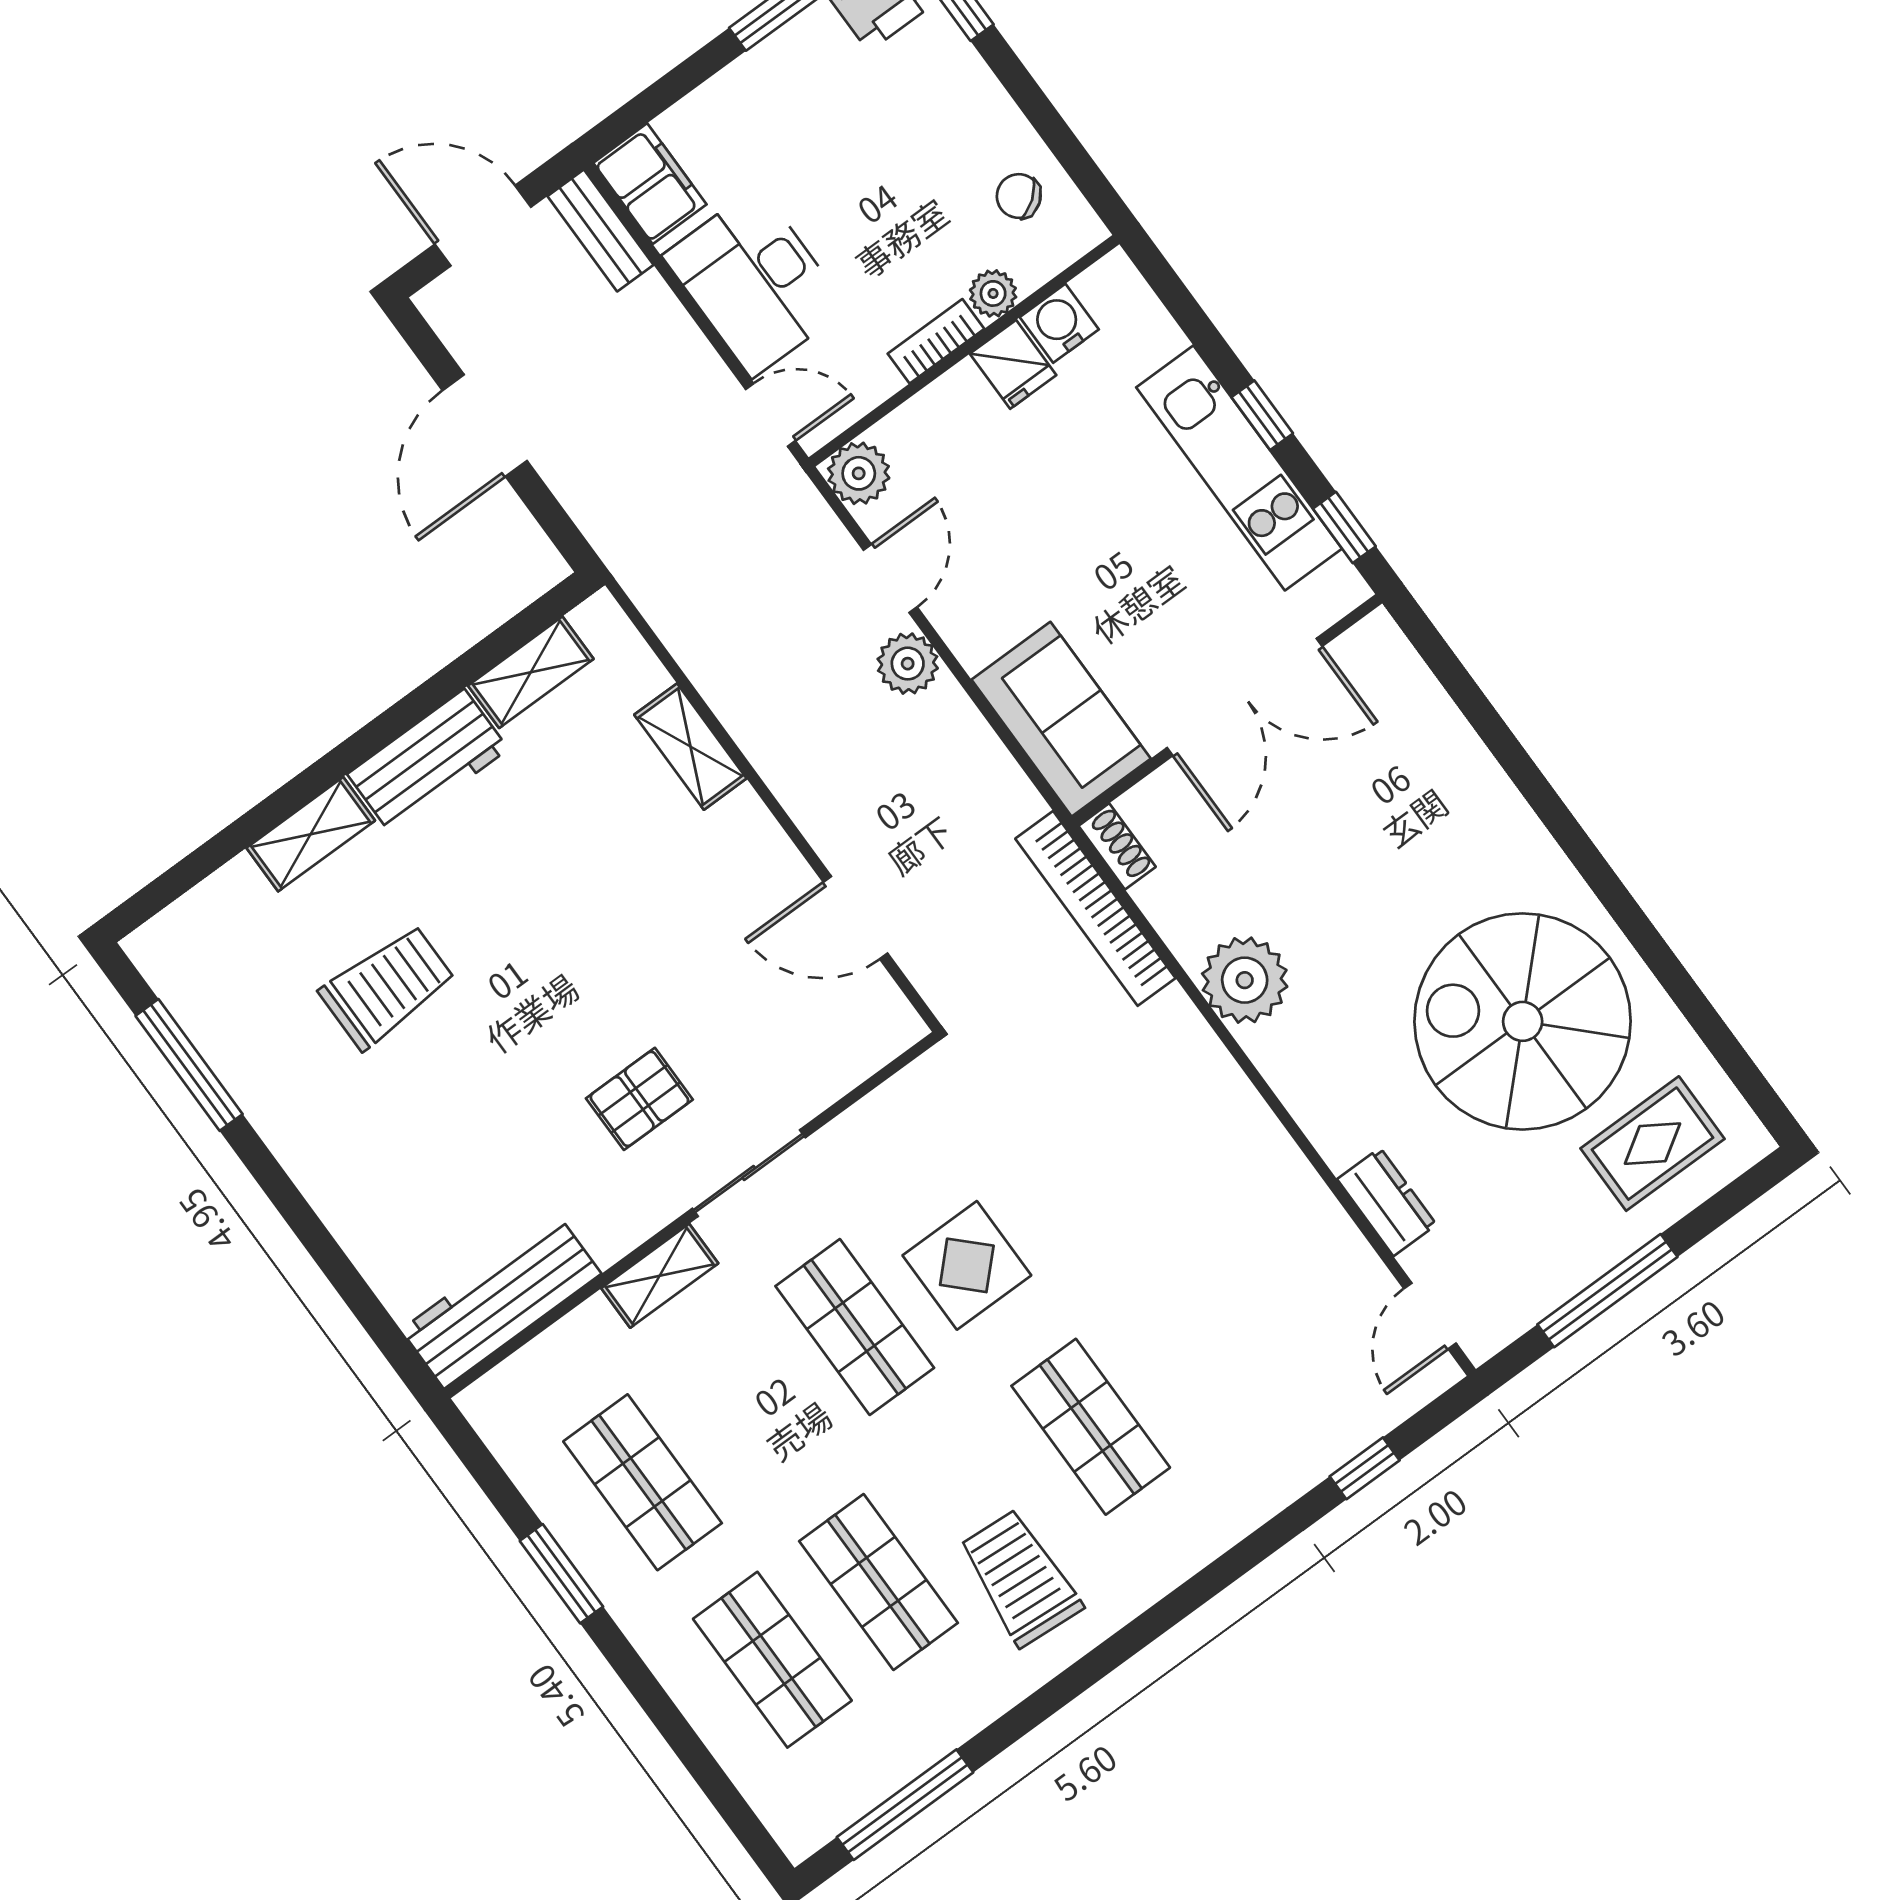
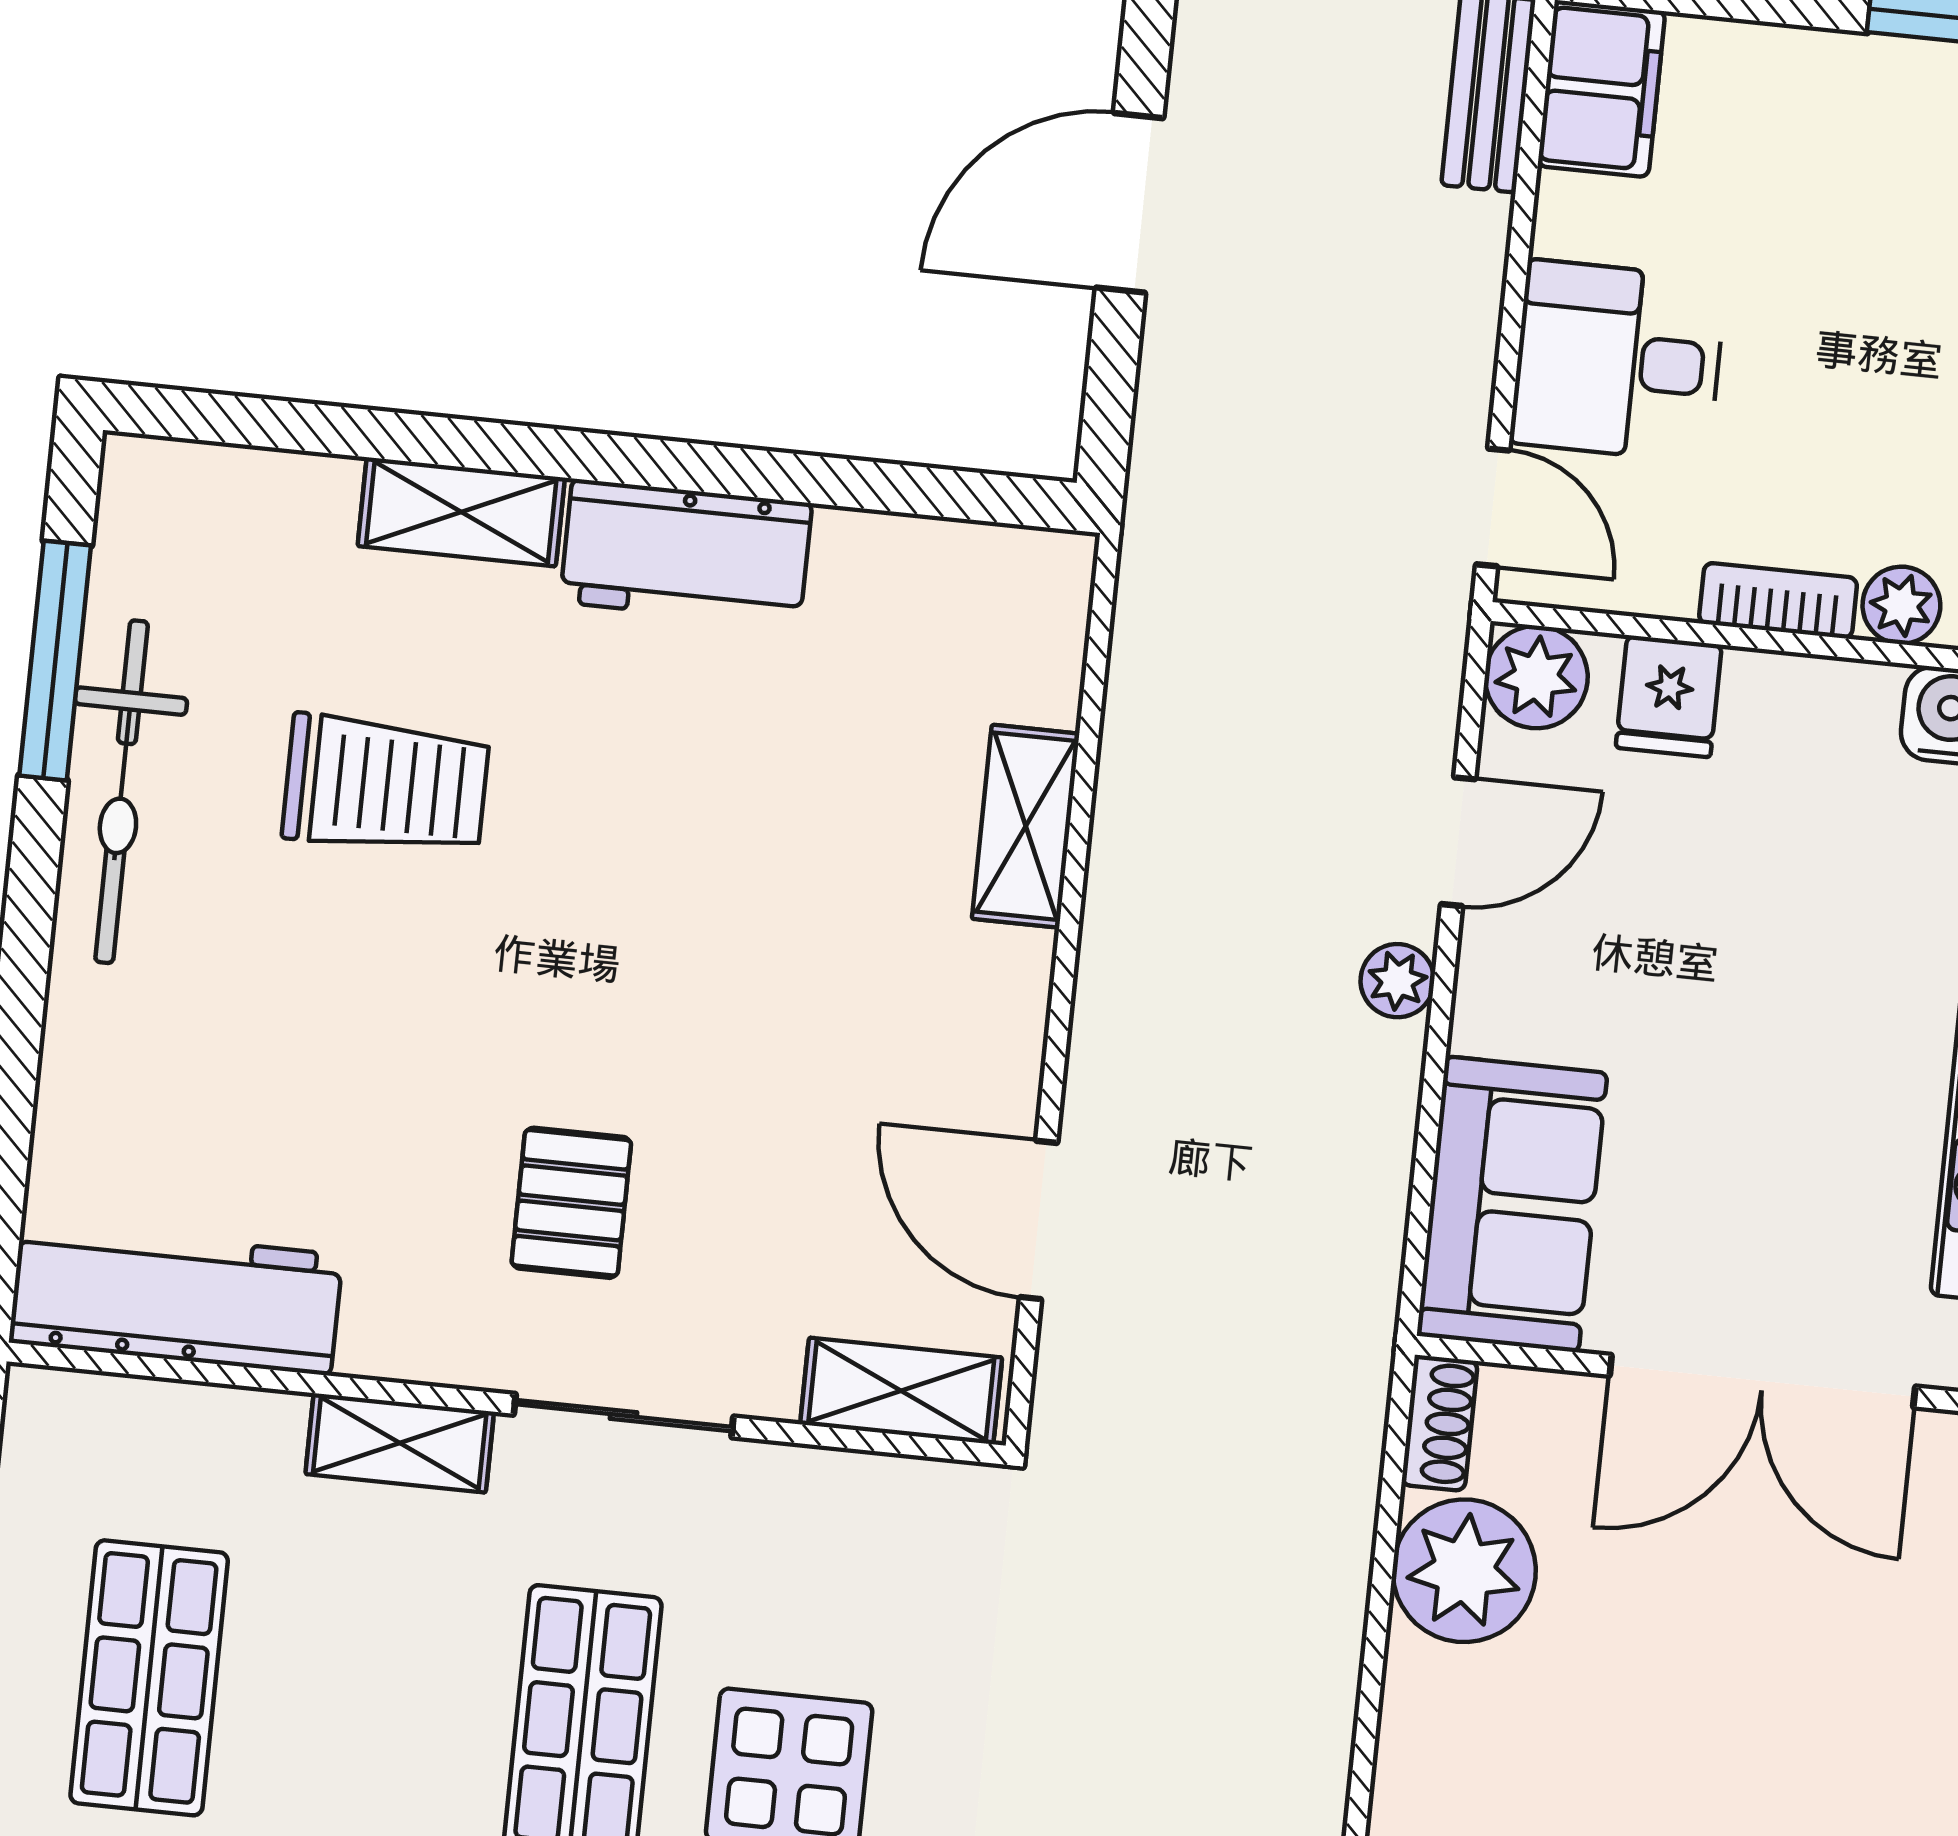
desk: (755, 282) -> (1618, 361), width x0.73
fridge: (1013, 364) -> (1669, 696), moved
plant: (908, 664) -> (1397, 981), width x0.73, depth x0.73
shelving: (531, 672) -> (901, 1391), moved
bookcase: (1095, 908) -> (1344, 1475), removed
plant: (1245, 980) -> (1464, 1571), moved
bicycle: (272, 1097) -> (122, 792), added
pallet: (639, 1099) -> (571, 1203), turned 90

